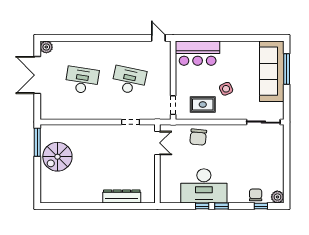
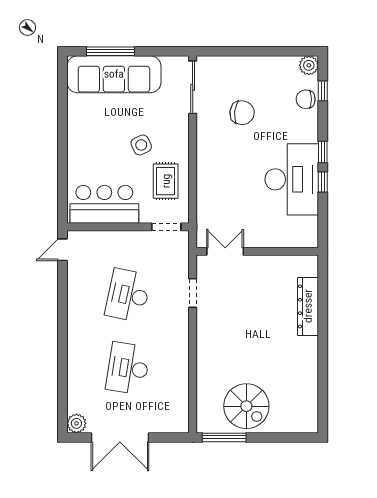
bar counter: (198, 53) -> (104, 204), moved, turned -90
chair: (198, 137) -> (242, 113), moved

